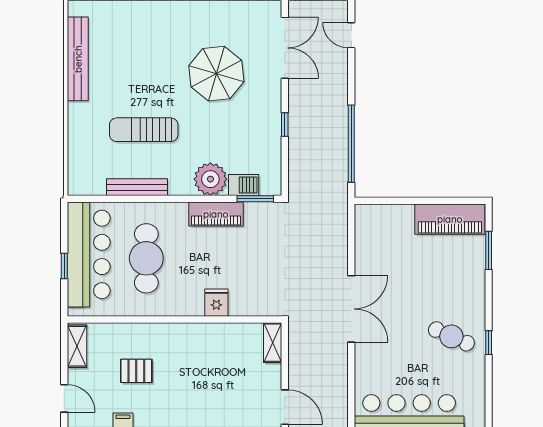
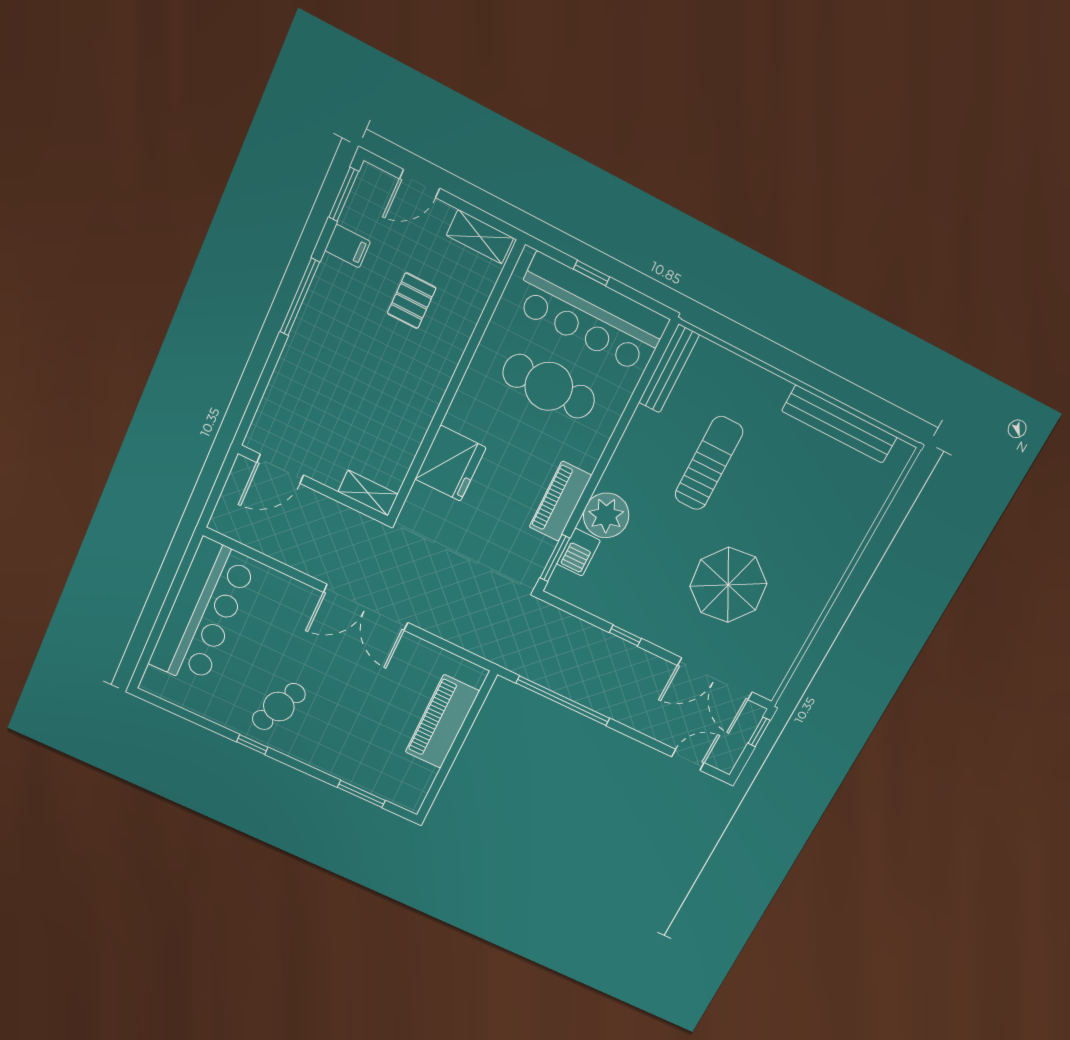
bench: (137, 187) -> (669, 369), moved
piano: (450, 219) -> (442, 722), moved
fridge: (216, 303) -> (450, 463), width x1.88, depth x1.34

